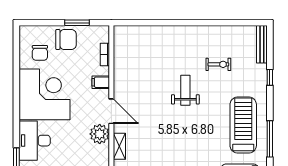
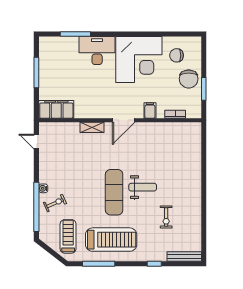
exercise mat: (191, 122) -> (114, 192), added
plant: (100, 134) -> (103, 109), removed

